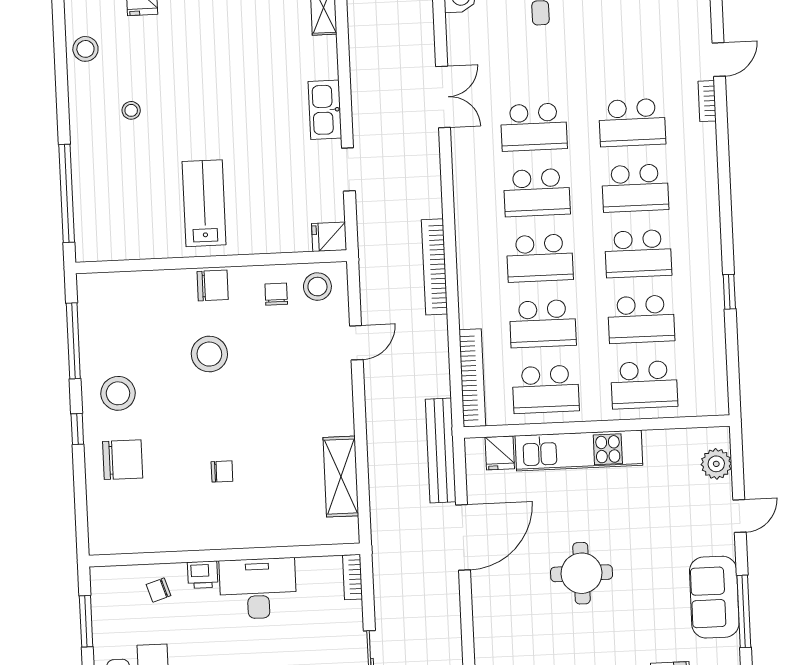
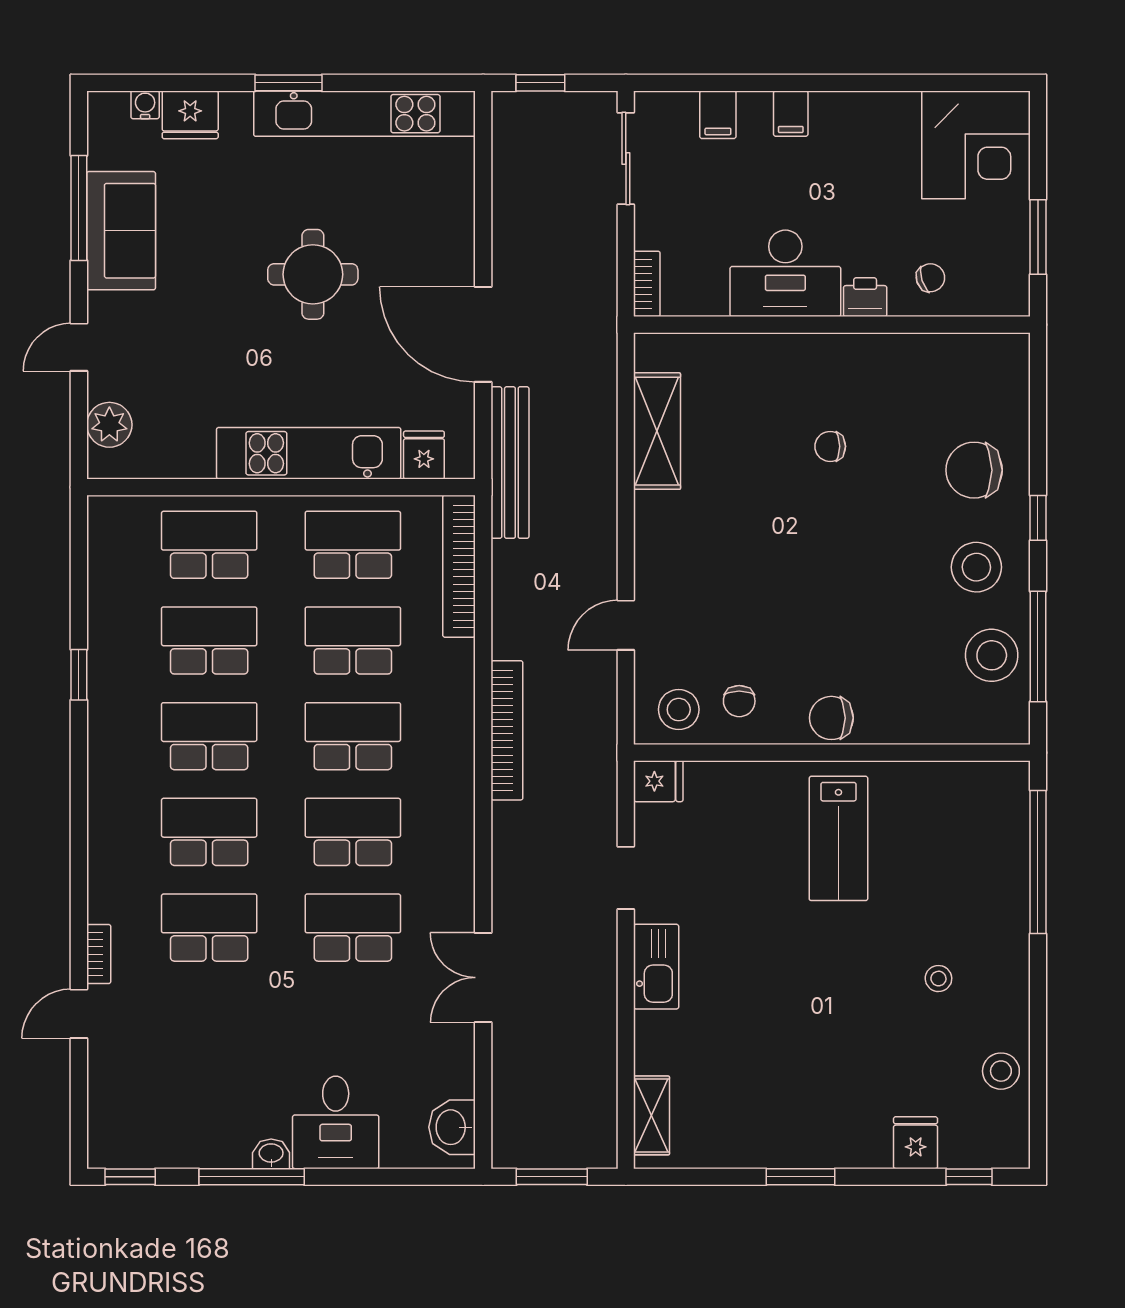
stool: (209, 354) -> (992, 655), moved
door: (463, 537) -> (483, 334), hinge flipped

